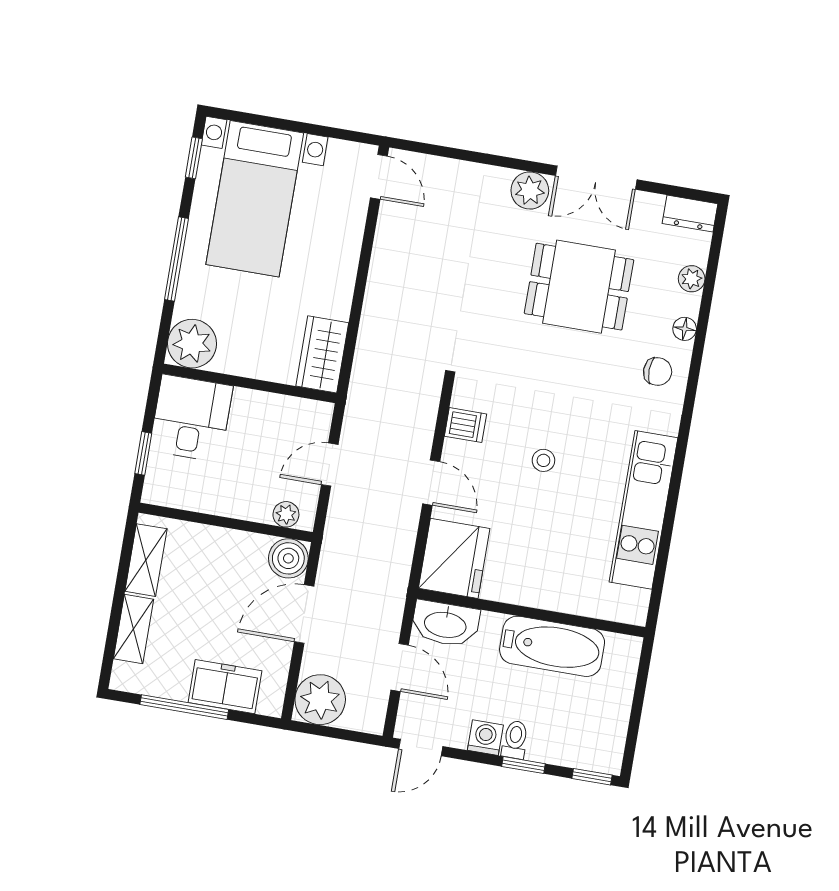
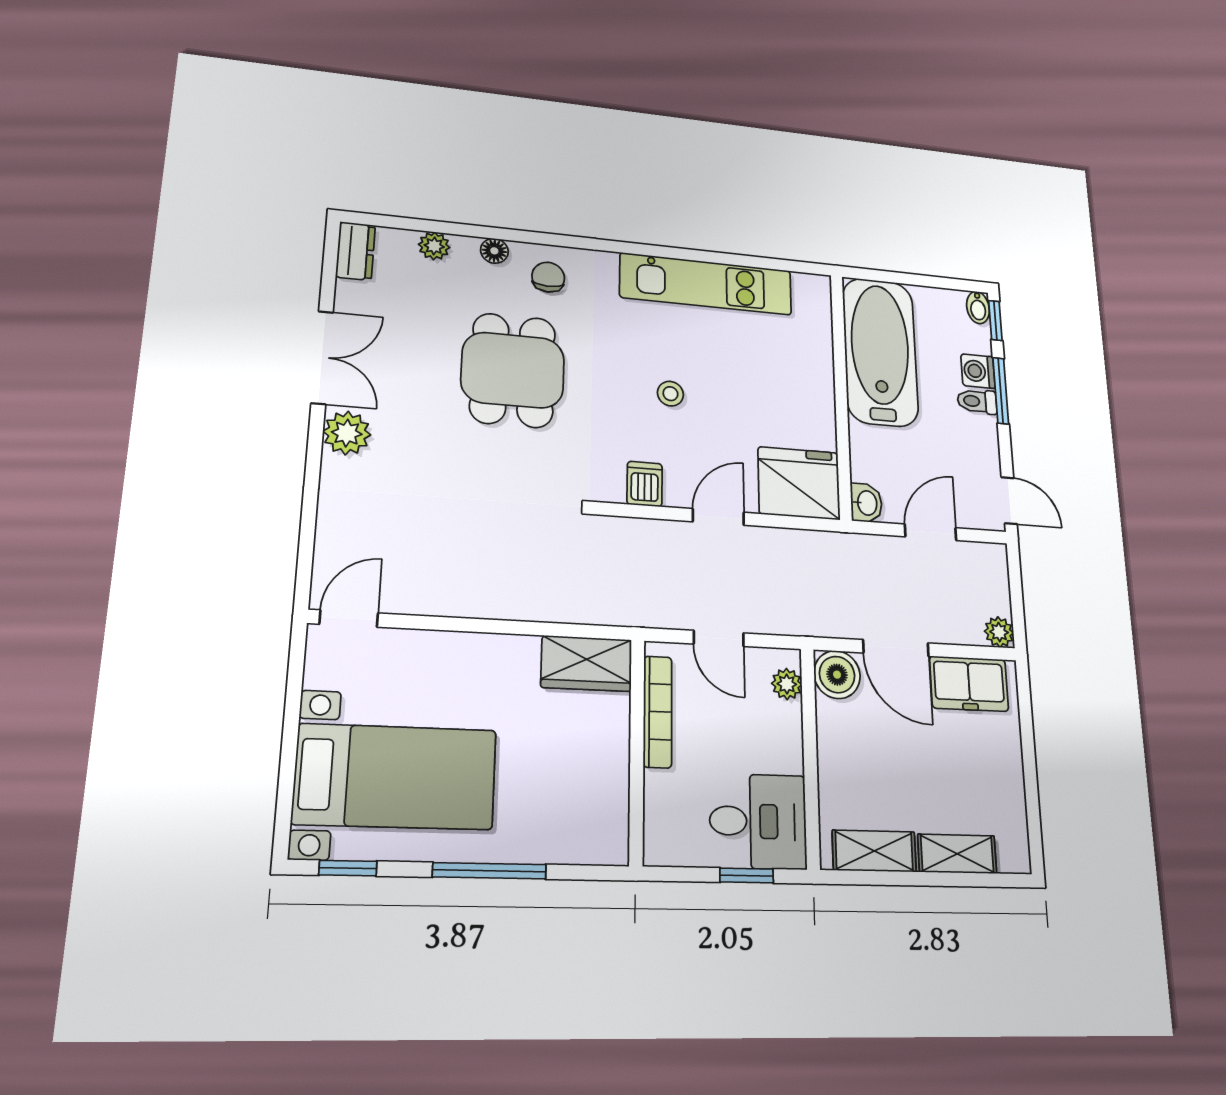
dining table: (579, 287) -> (513, 370), moved
plant: (192, 344) -> (598, 833), removed
bookcase: (277, 405) -> (658, 712), added
desk: (191, 418) -> (758, 821), moved, turned 180
washbasin: (445, 624) -> (866, 503), width x0.52, depth x0.69
bathtub: (552, 646) -> (880, 352), width x1.36, depth x1.36
freezer: (225, 687) -> (969, 684), moved, turned -90
plant: (320, 700) -> (999, 632), width x0.53, depth x0.53
window: (184, 707) -> (1030, 777), removed
washing machine: (485, 738) -> (978, 371), moved
bidet: (606, 763) -> (978, 307), added
window: (523, 765) -> (1001, 391), width x1.50

